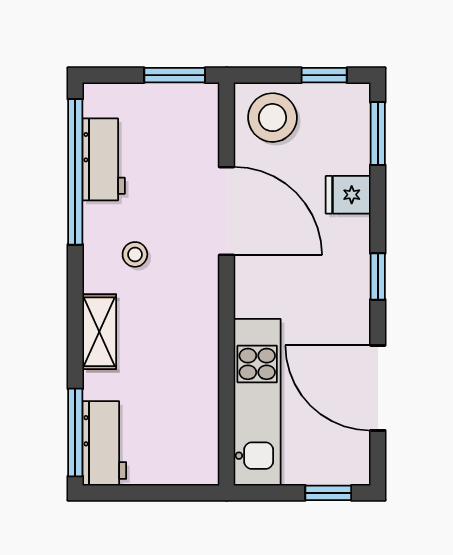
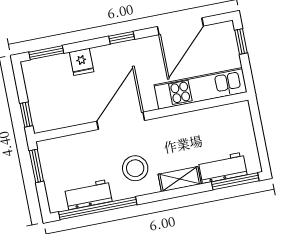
window: (324, 75) -> (26, 114), moved
stool: (272, 118) -> (49, 110), removed
door: (227, 211) -> (121, 121), moved
stool: (135, 254) -> (135, 168), width x1.89, depth x1.89
workbench: (104, 443) -> (223, 168), moved

